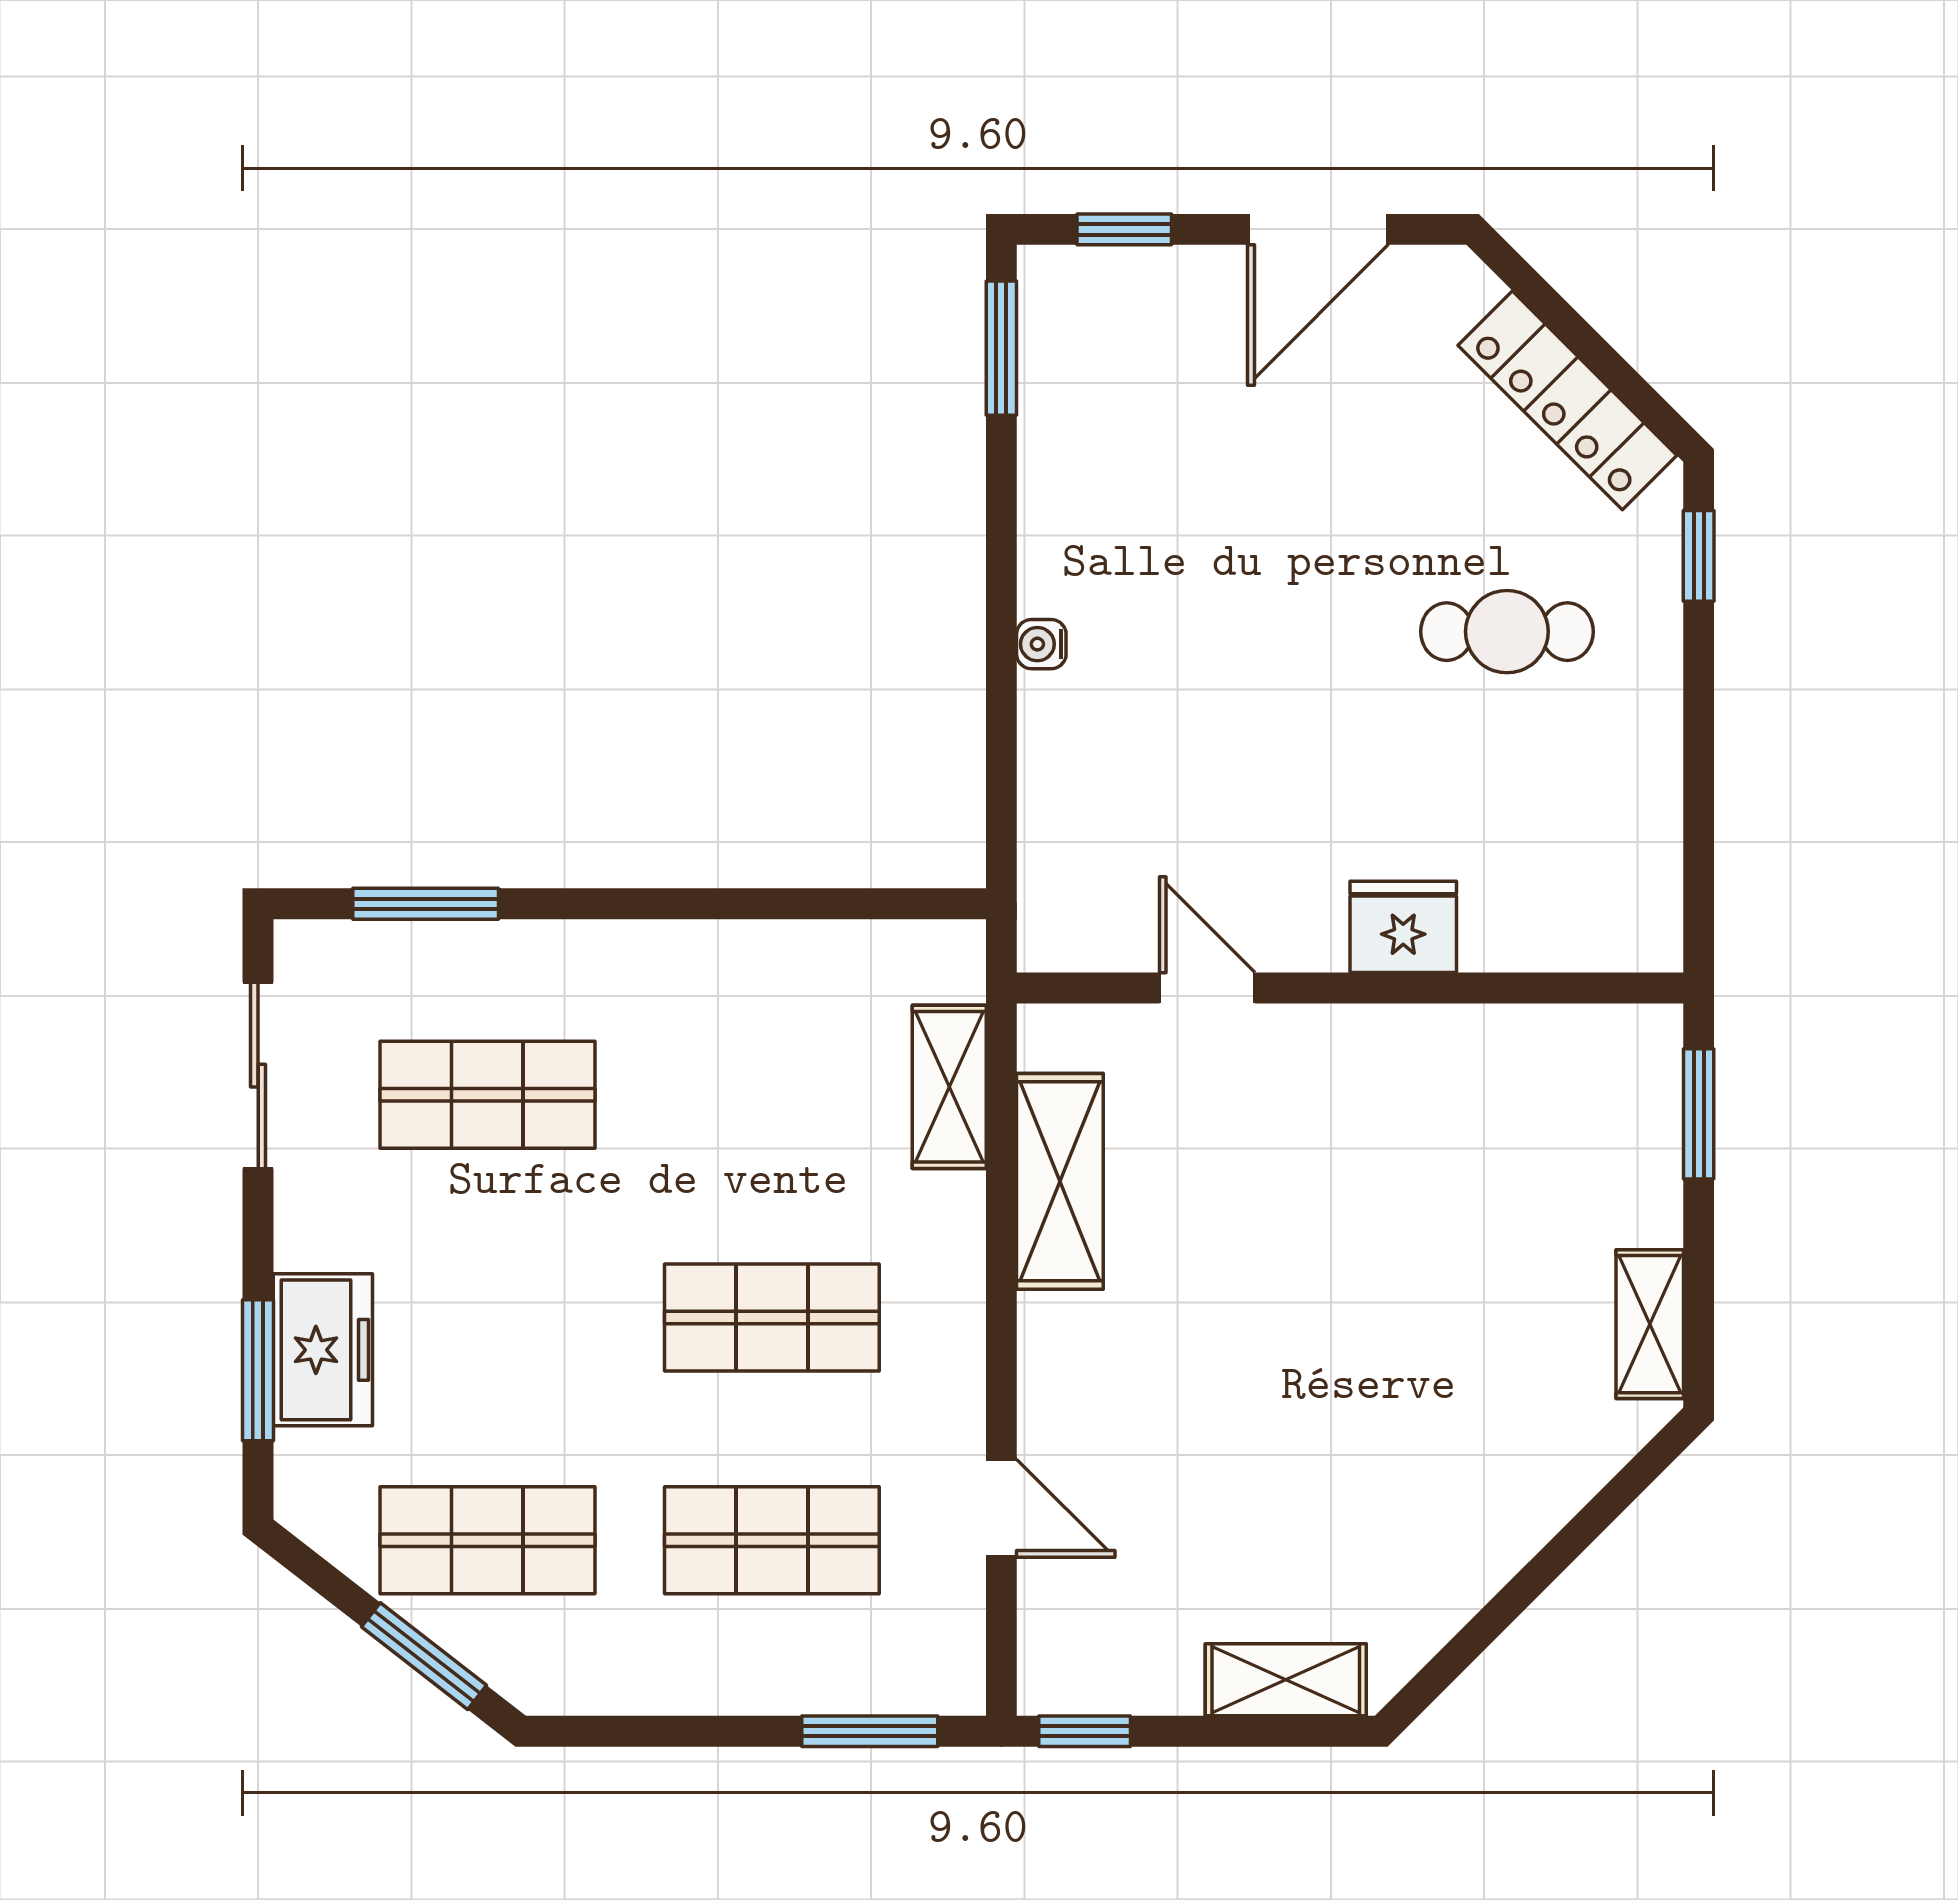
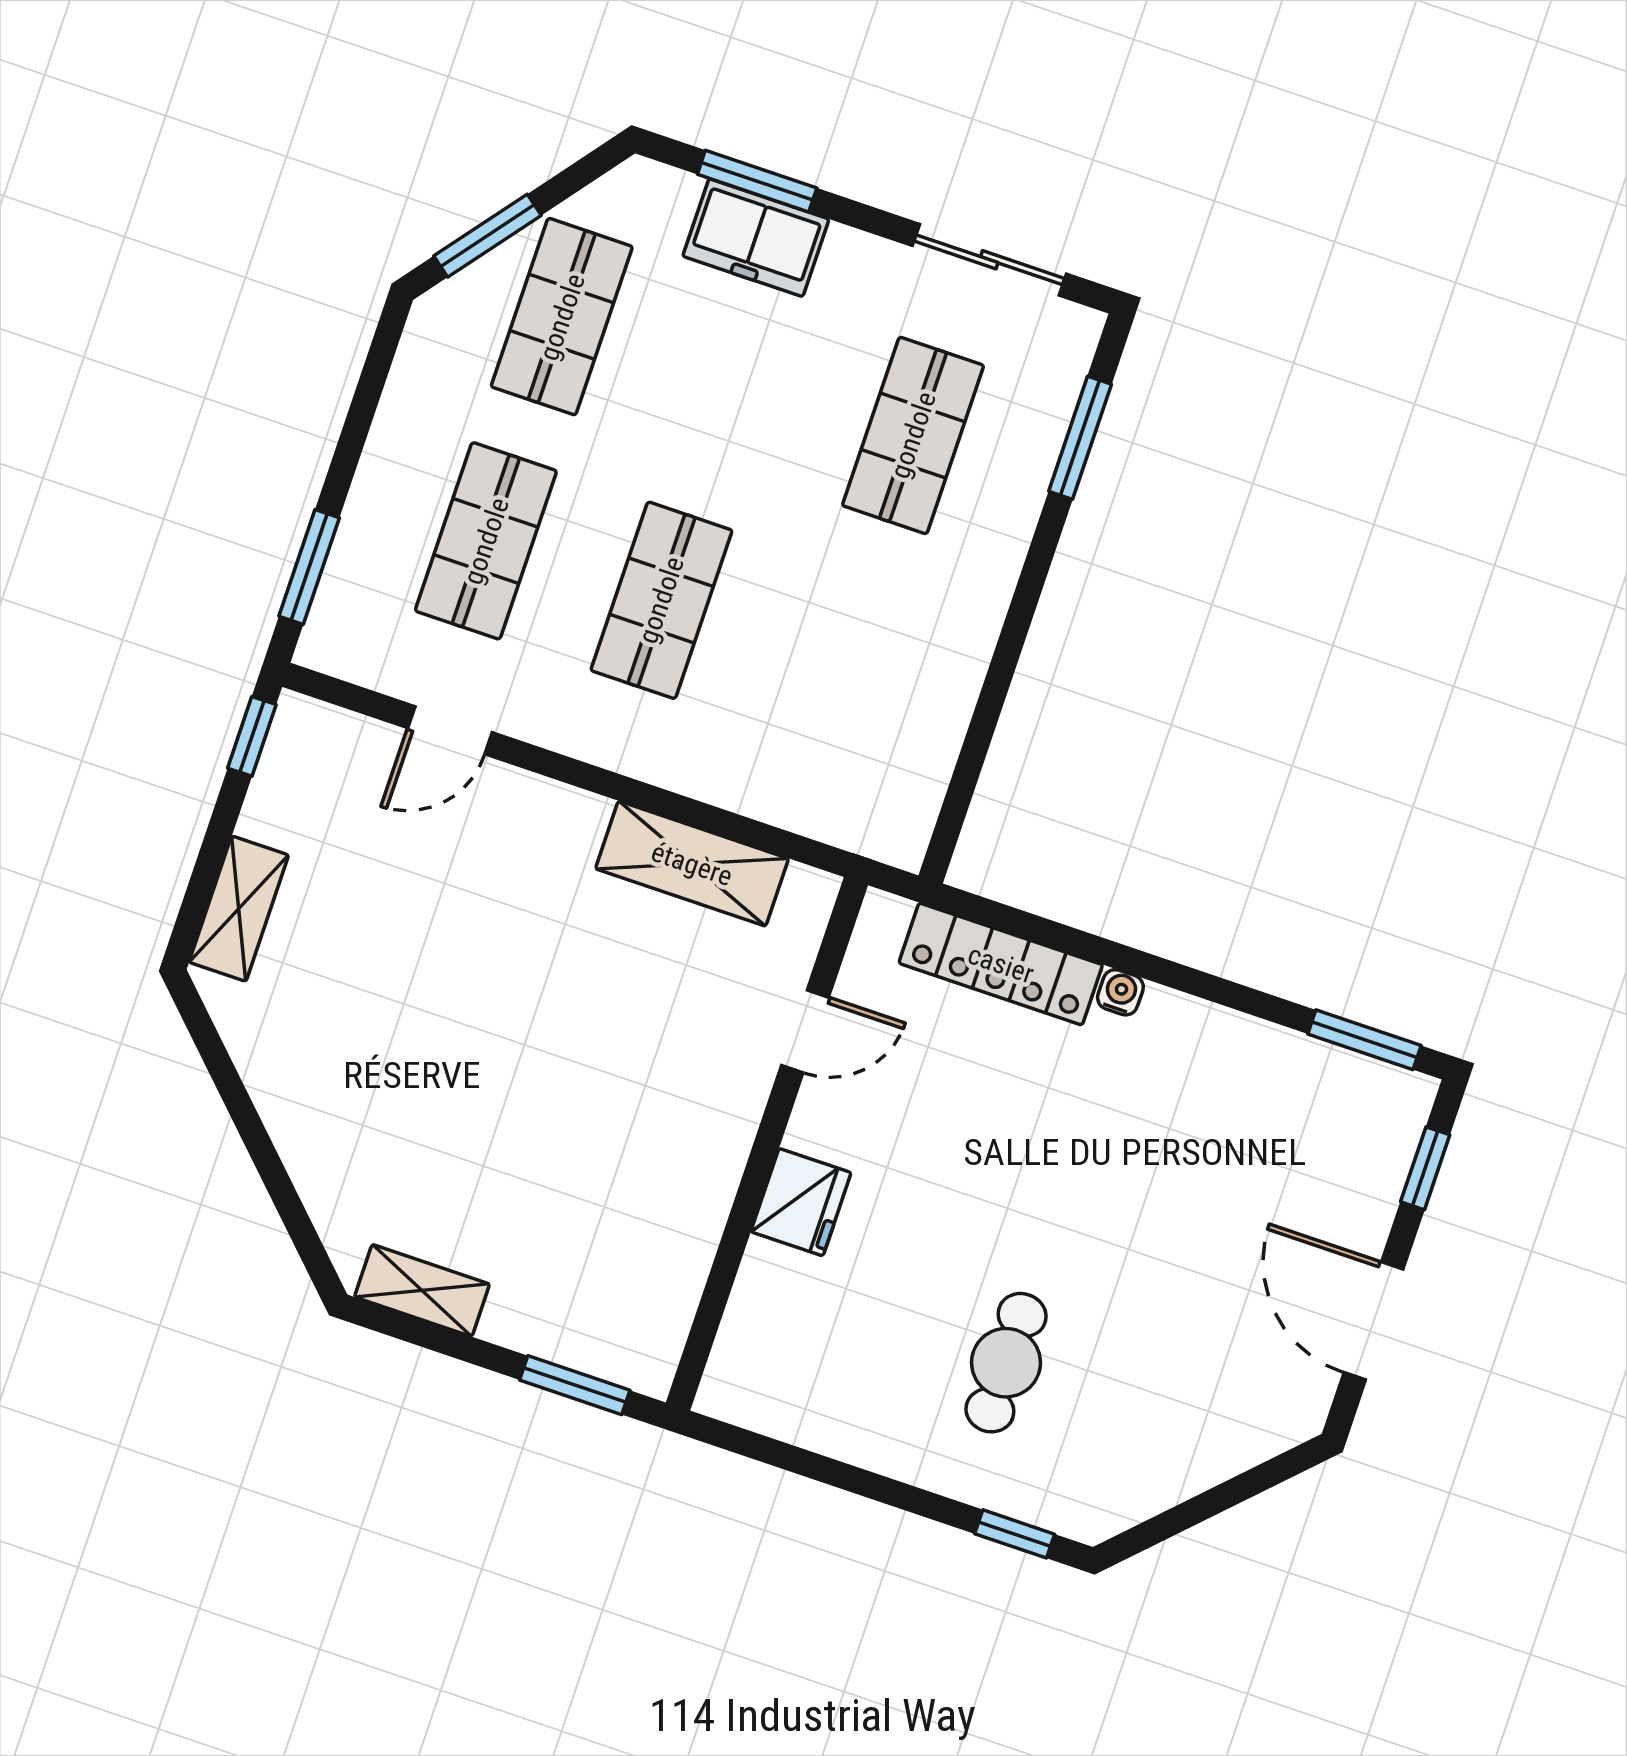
locker: (1567, 400) -> (1001, 964), moved, turned -135
shelving: (949, 1087) -> (796, 802), removed

